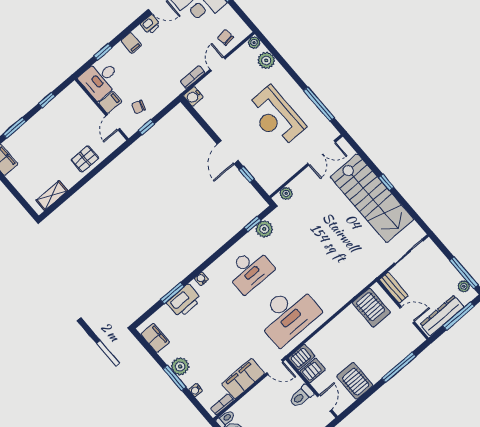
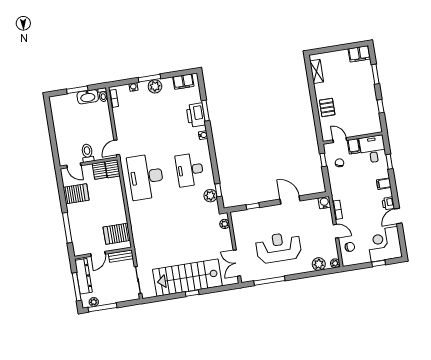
door: (228, 152) -> (290, 200), moved
filing cabinet: (243, 379) -> (122, 122), removed

